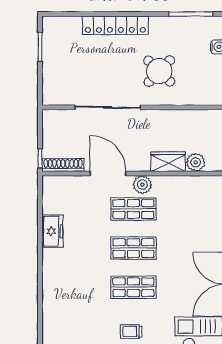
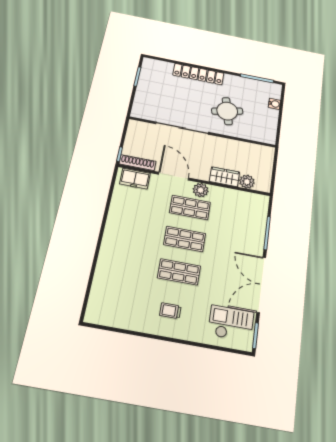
round table: (159, 71) -> (227, 111), turned 33
freezer: (53, 231) -> (135, 179), moved, turned 90

